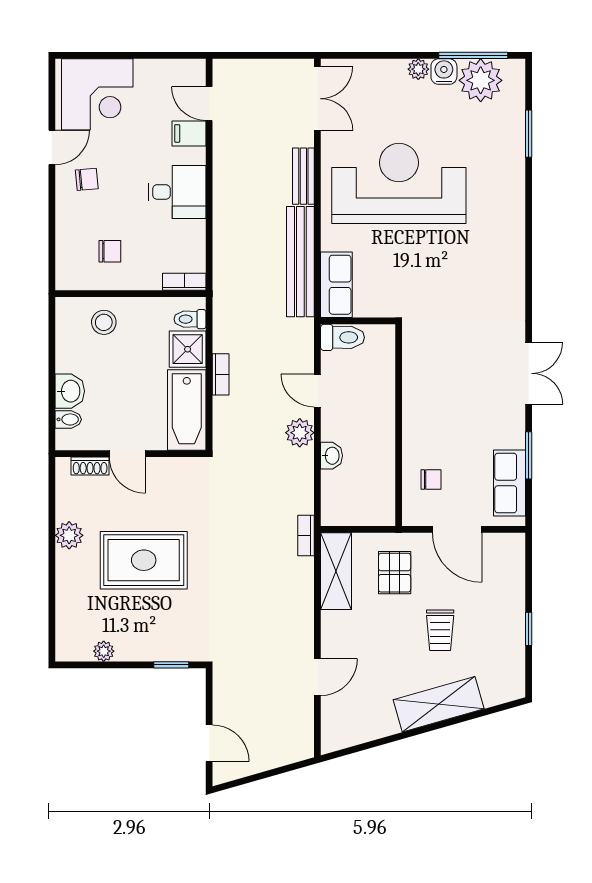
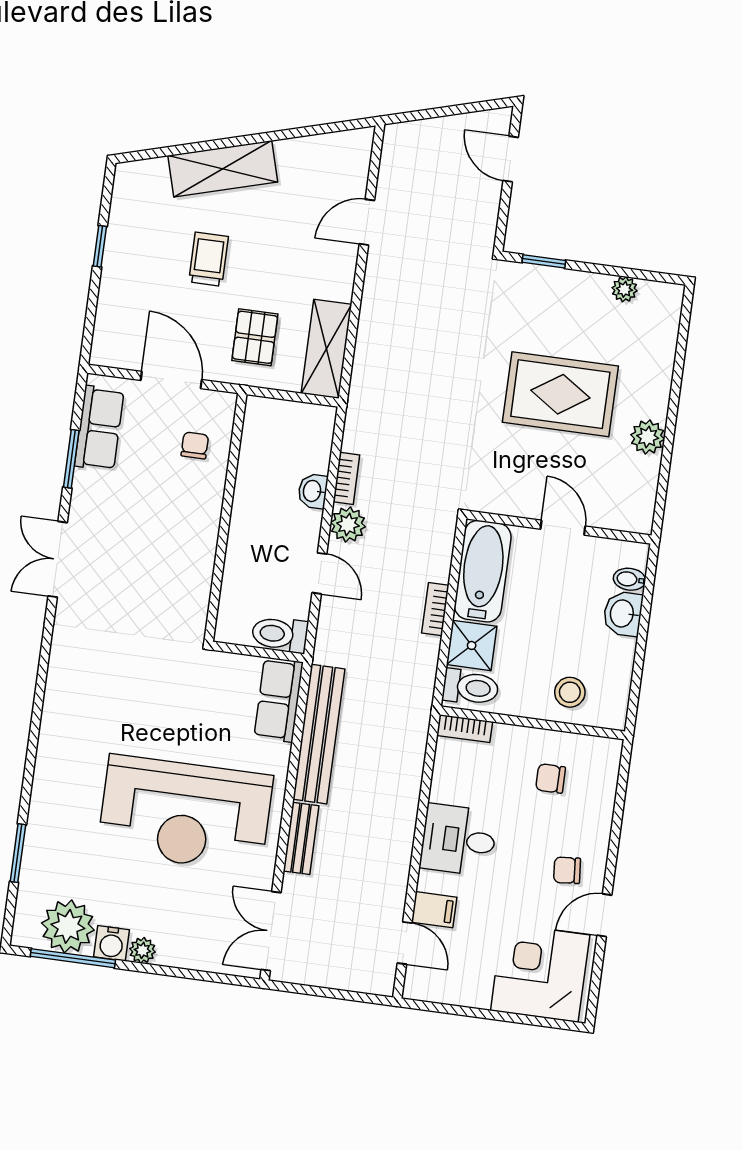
toilet: (190, 319) -> (471, 687), width x1.37, depth x1.39
shoe rack: (90, 466) -> (610, 519), removed
chair: (431, 480) -> (195, 445), turned 90
bookcase: (306, 535) -> (346, 478), moved

